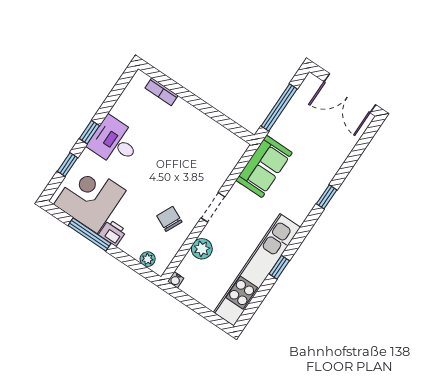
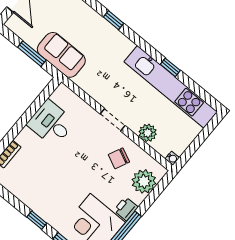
window: (279, 108) -> (32, 54), width x0.69
desk: (114, 142) -> (51, 123), moved, turned 90
sofa: (264, 166) -> (61, 55), moved
plant: (148, 259) -> (144, 181), width x1.87, depth x1.87

